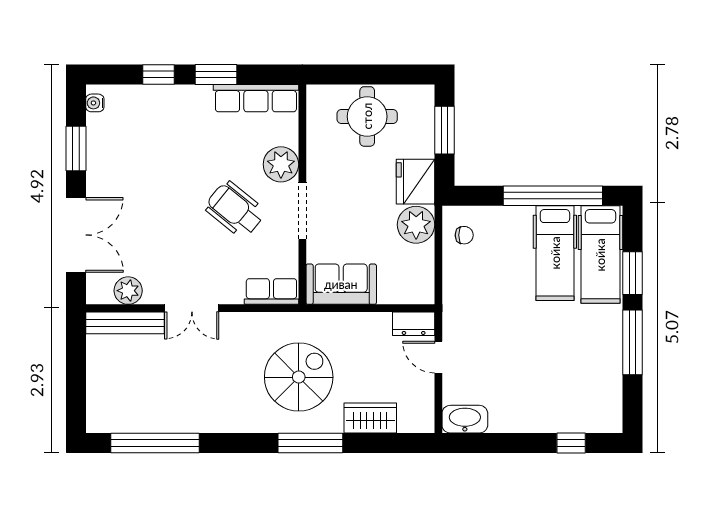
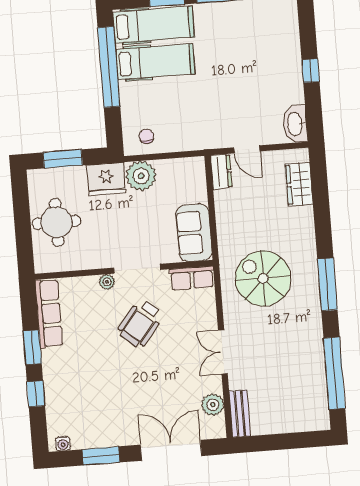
plant: (281, 164) -> (107, 282), width x0.53, depth x0.53
row of seats: (271, 292) -> (192, 278), moved, turned -90
double door: (192, 308) -> (223, 352), swing flipped
bench: (125, 323) -> (240, 414), width x0.73
door: (438, 357) -> (247, 149), hinge flipped
spiral stairs: (299, 377) -> (263, 278), moved
wardrobe: (370, 418) -> (299, 184), moved
window: (310, 443) -> (327, 285), moved
window: (571, 443) -> (311, 71), moved

